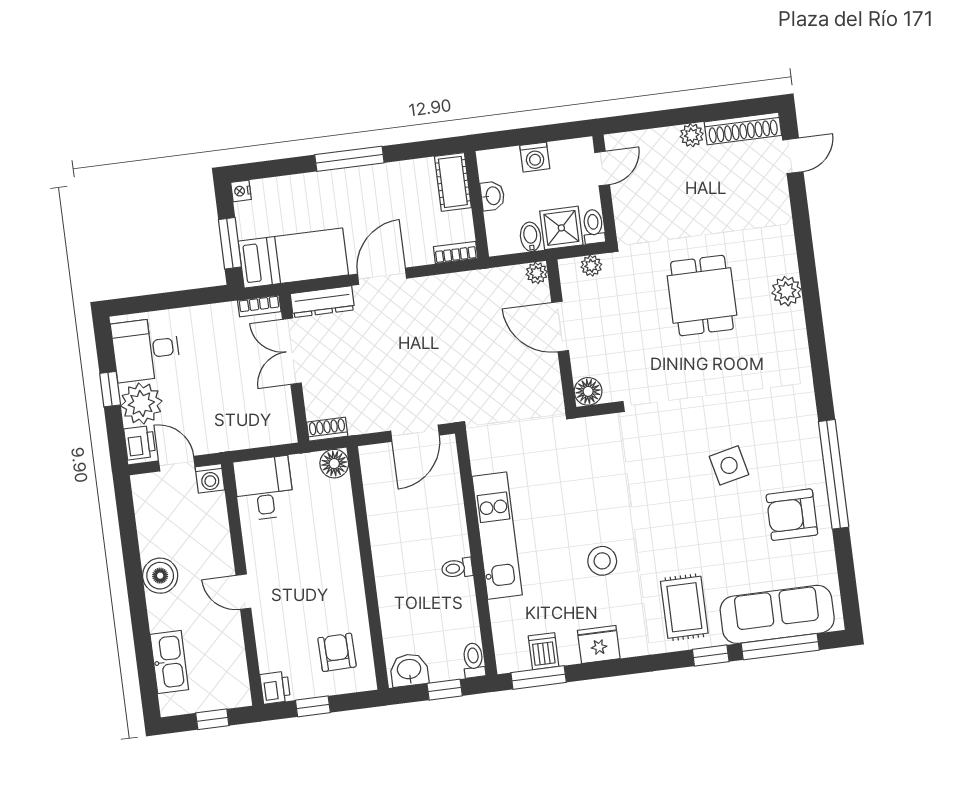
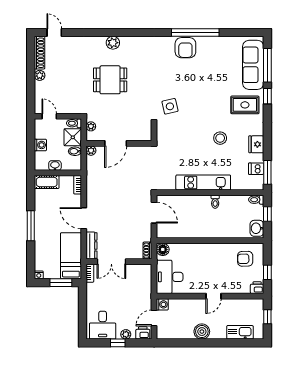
floor lamp: (588, 391) -> (145, 135), removed
plant: (141, 403) -> (126, 334), width x0.53, depth x0.53
side table: (729, 465) -> (170, 106), moved
desk: (264, 488) -> (170, 277), width x1.37
armchair: (792, 515) -> (185, 48), moved

